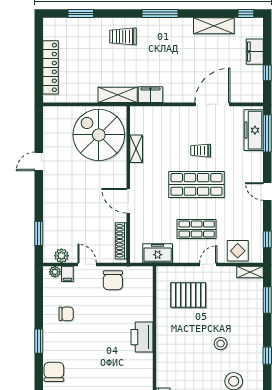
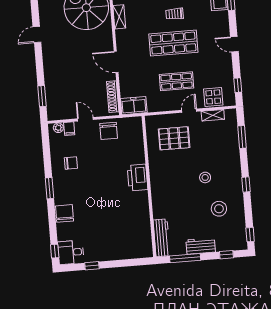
freezer: (158, 253) -> (134, 106), moved
plant: (61, 256) -> (63, 114), removed
shelving: (250, 272) -> (213, 115), moved

